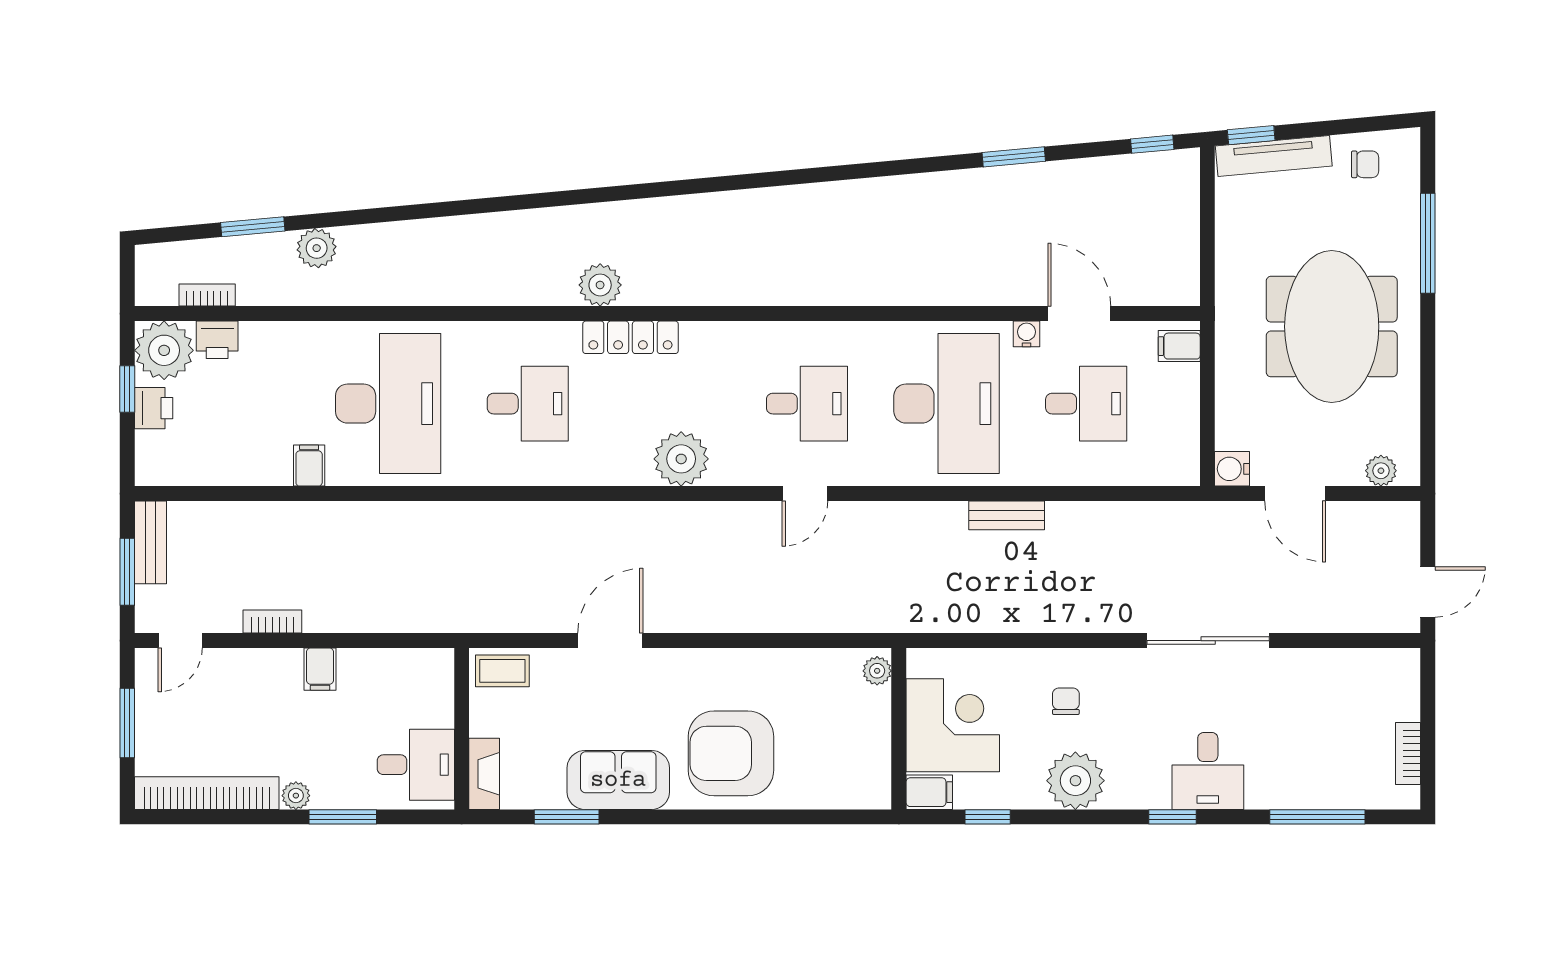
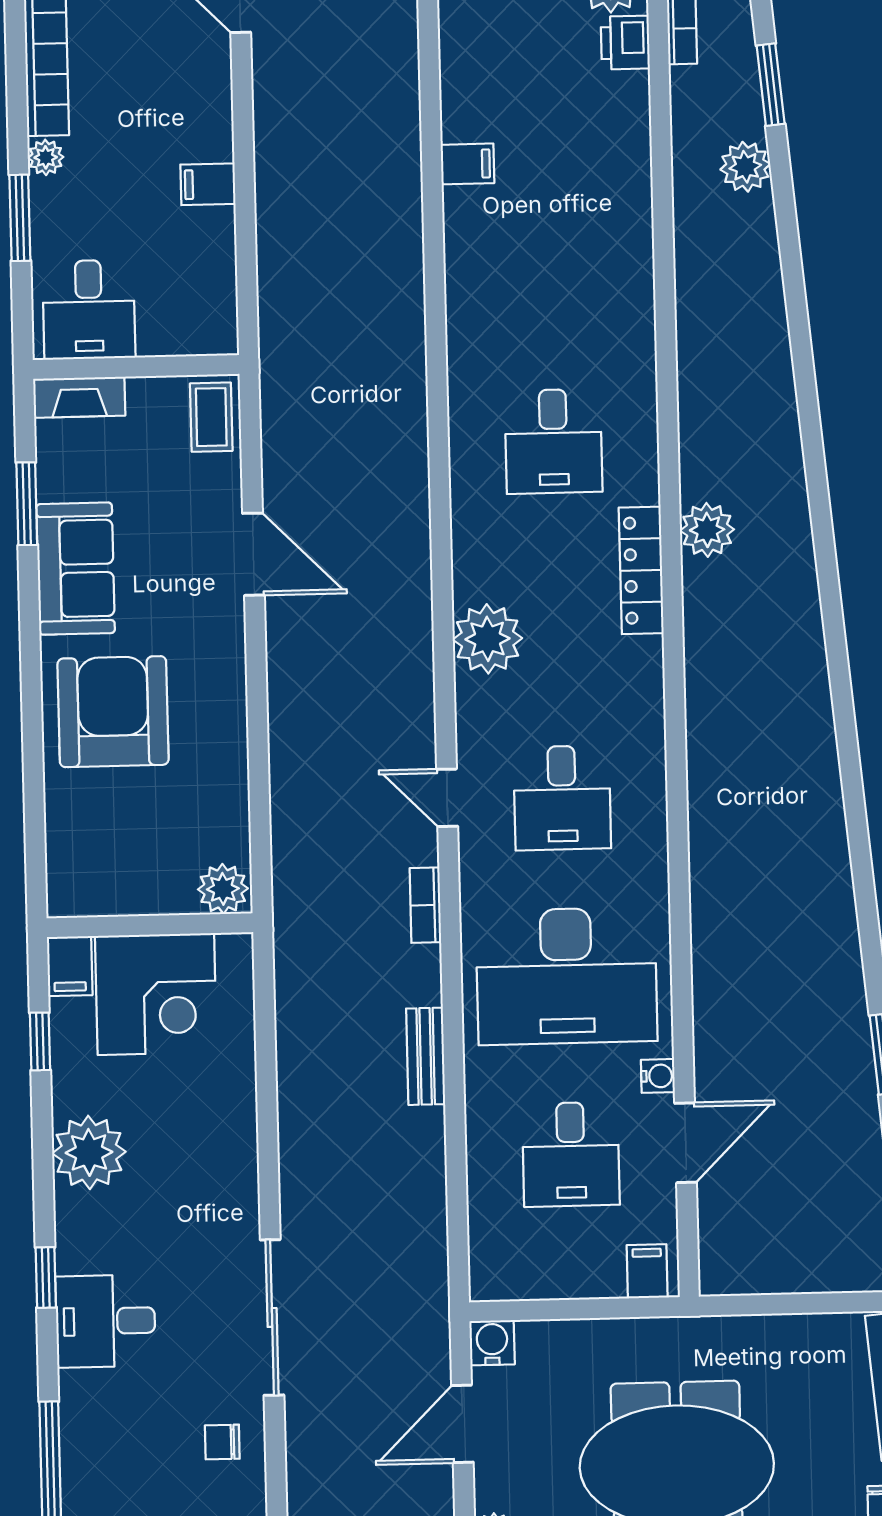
desk: (388, 404) -> (549, 263), removed
bookcase: (272, 621) -> (425, 905), moved, turned 180
plant: (877, 671) -> (223, 889), width x1.38, depth x1.38
chair: (1066, 701) -> (222, 1442), moved, turned 180

